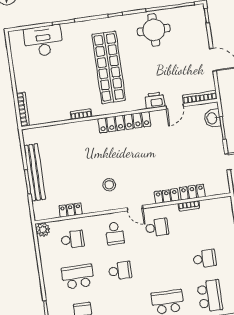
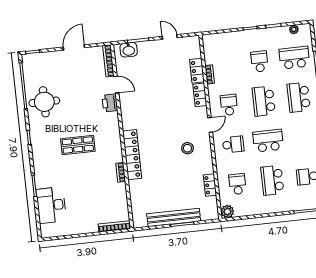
shop shelf: (109, 67) -> (78, 145), width x0.50, depth x0.74
locker: (124, 122) -> (132, 155), moved
school desk: (162, 265) -> (264, 101), added
school desk: (120, 271) -> (268, 141), width x1.85

